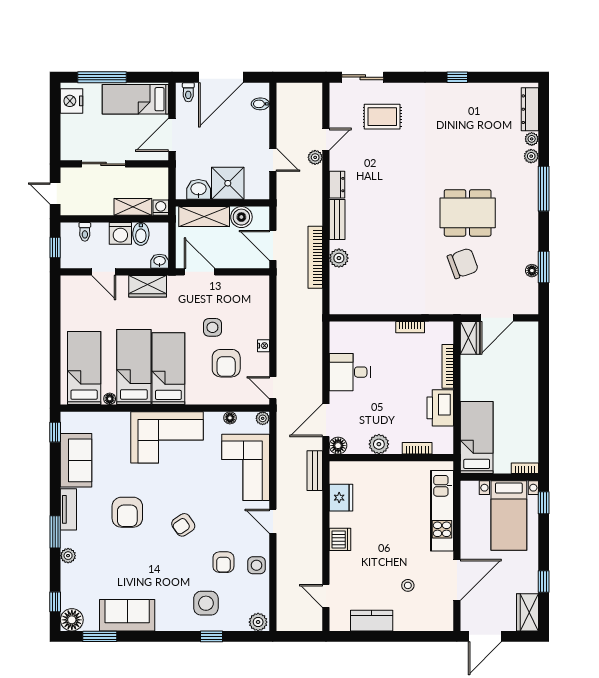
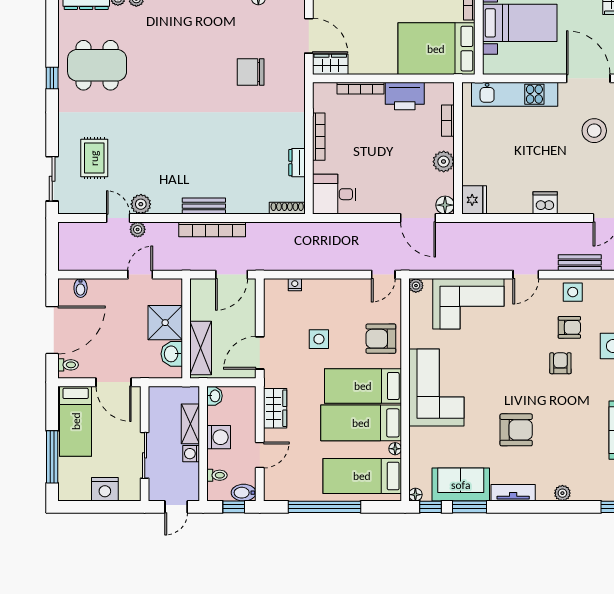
door: (221, 77) -> (52, 330), hinge flipped
nightstand: (72, 101) -> (105, 489), moved
dresser: (337, 185) -> (297, 163), moved, turned -90
washing machine: (161, 208) -> (191, 454), moved
dining table: (468, 213) -> (97, 65), moved, turned 90
boiler: (241, 217) -> (201, 308), removed
bidet: (141, 234) -> (244, 493), moved, turned 180
bookcase: (315, 257) -> (212, 229), moved
plant: (339, 258) -> (141, 204), moved
washbasin: (160, 261) -> (215, 396), moved, turned 180
chair: (463, 263) -> (251, 72), turned -70
shoe rack: (335, 298) -> (287, 208), added
bookcase: (410, 327) -> (319, 137), width x1.56
window: (55, 333) -> (324, 507), added
nightstand: (264, 346) -> (295, 285), moved
armchair: (226, 363) -> (381, 339), moved, turned 180
desk: (350, 372) -> (334, 194), moved, turned 90
floor lamp: (230, 418) -> (415, 495), moved
bed: (477, 438) -> (436, 49), width x1.50
bench: (315, 471) -> (580, 263), moved
fridge: (341, 498) -> (474, 200), moved, turned 90
armchair: (183, 525) -> (560, 363), moved, turned -146
window: (55, 532) -> (470, 507), moved
stool: (408, 585) -> (594, 131), width x1.89, depth x1.89

